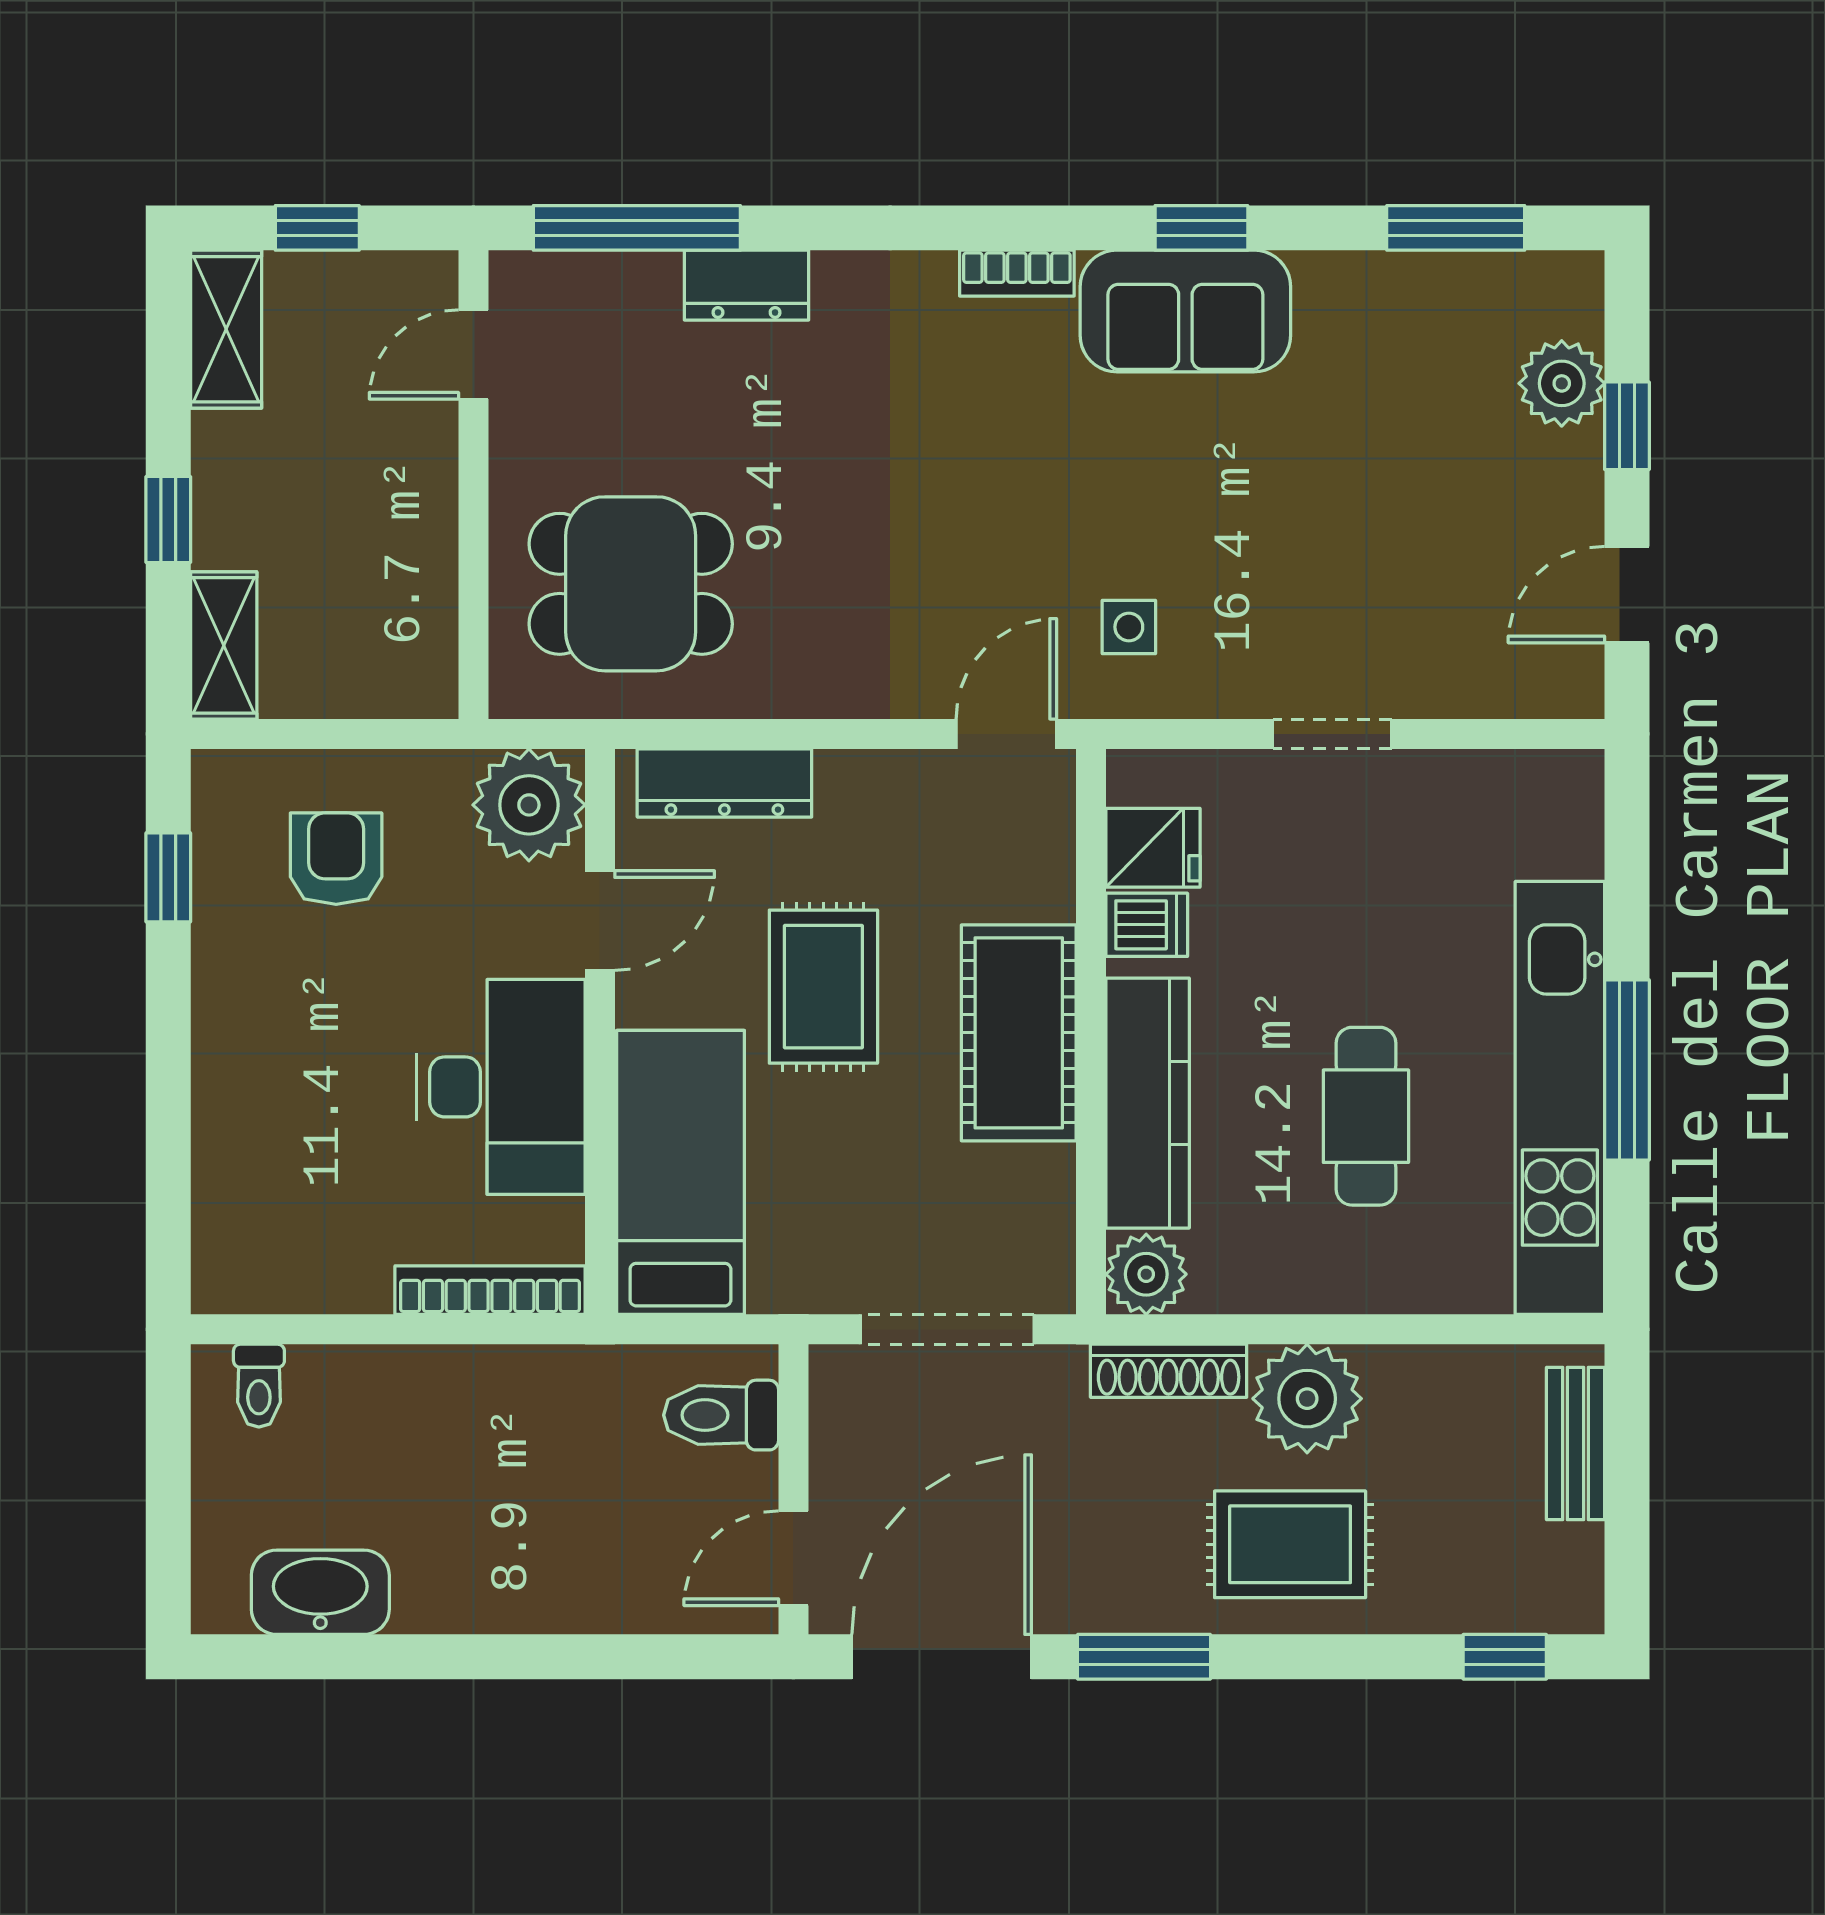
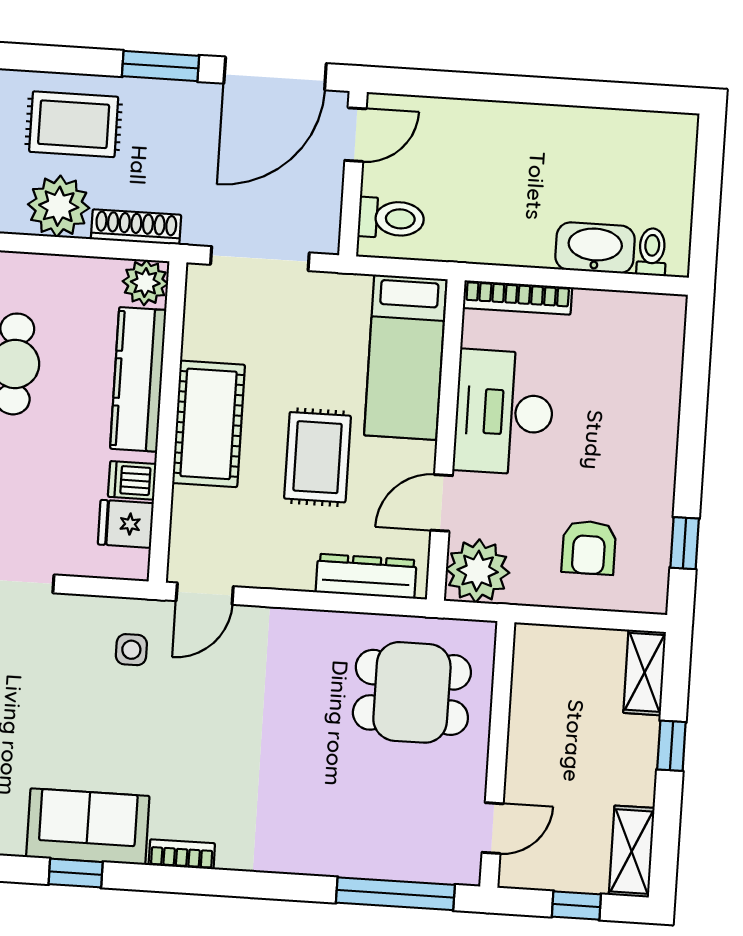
dresser: (747, 285) -> (335, 857), removed
washbasin: (320, 1592) -> (595, 248), moved, turned 180

